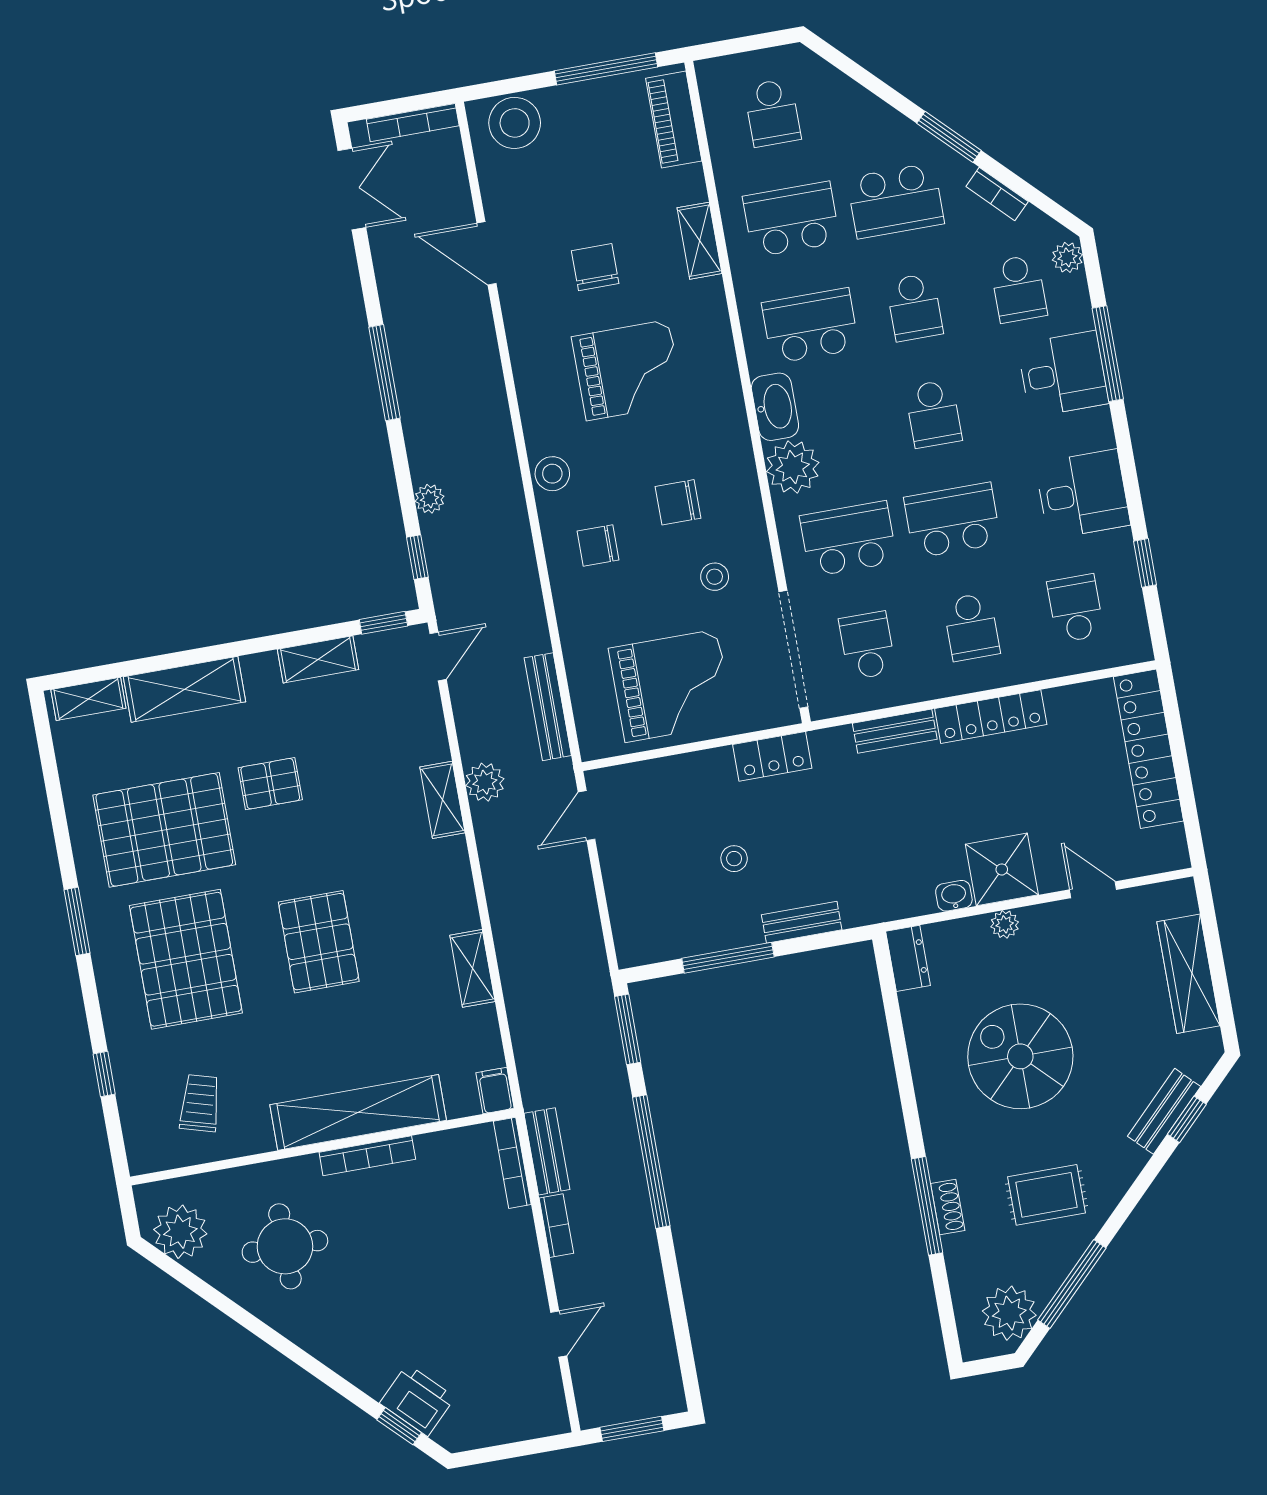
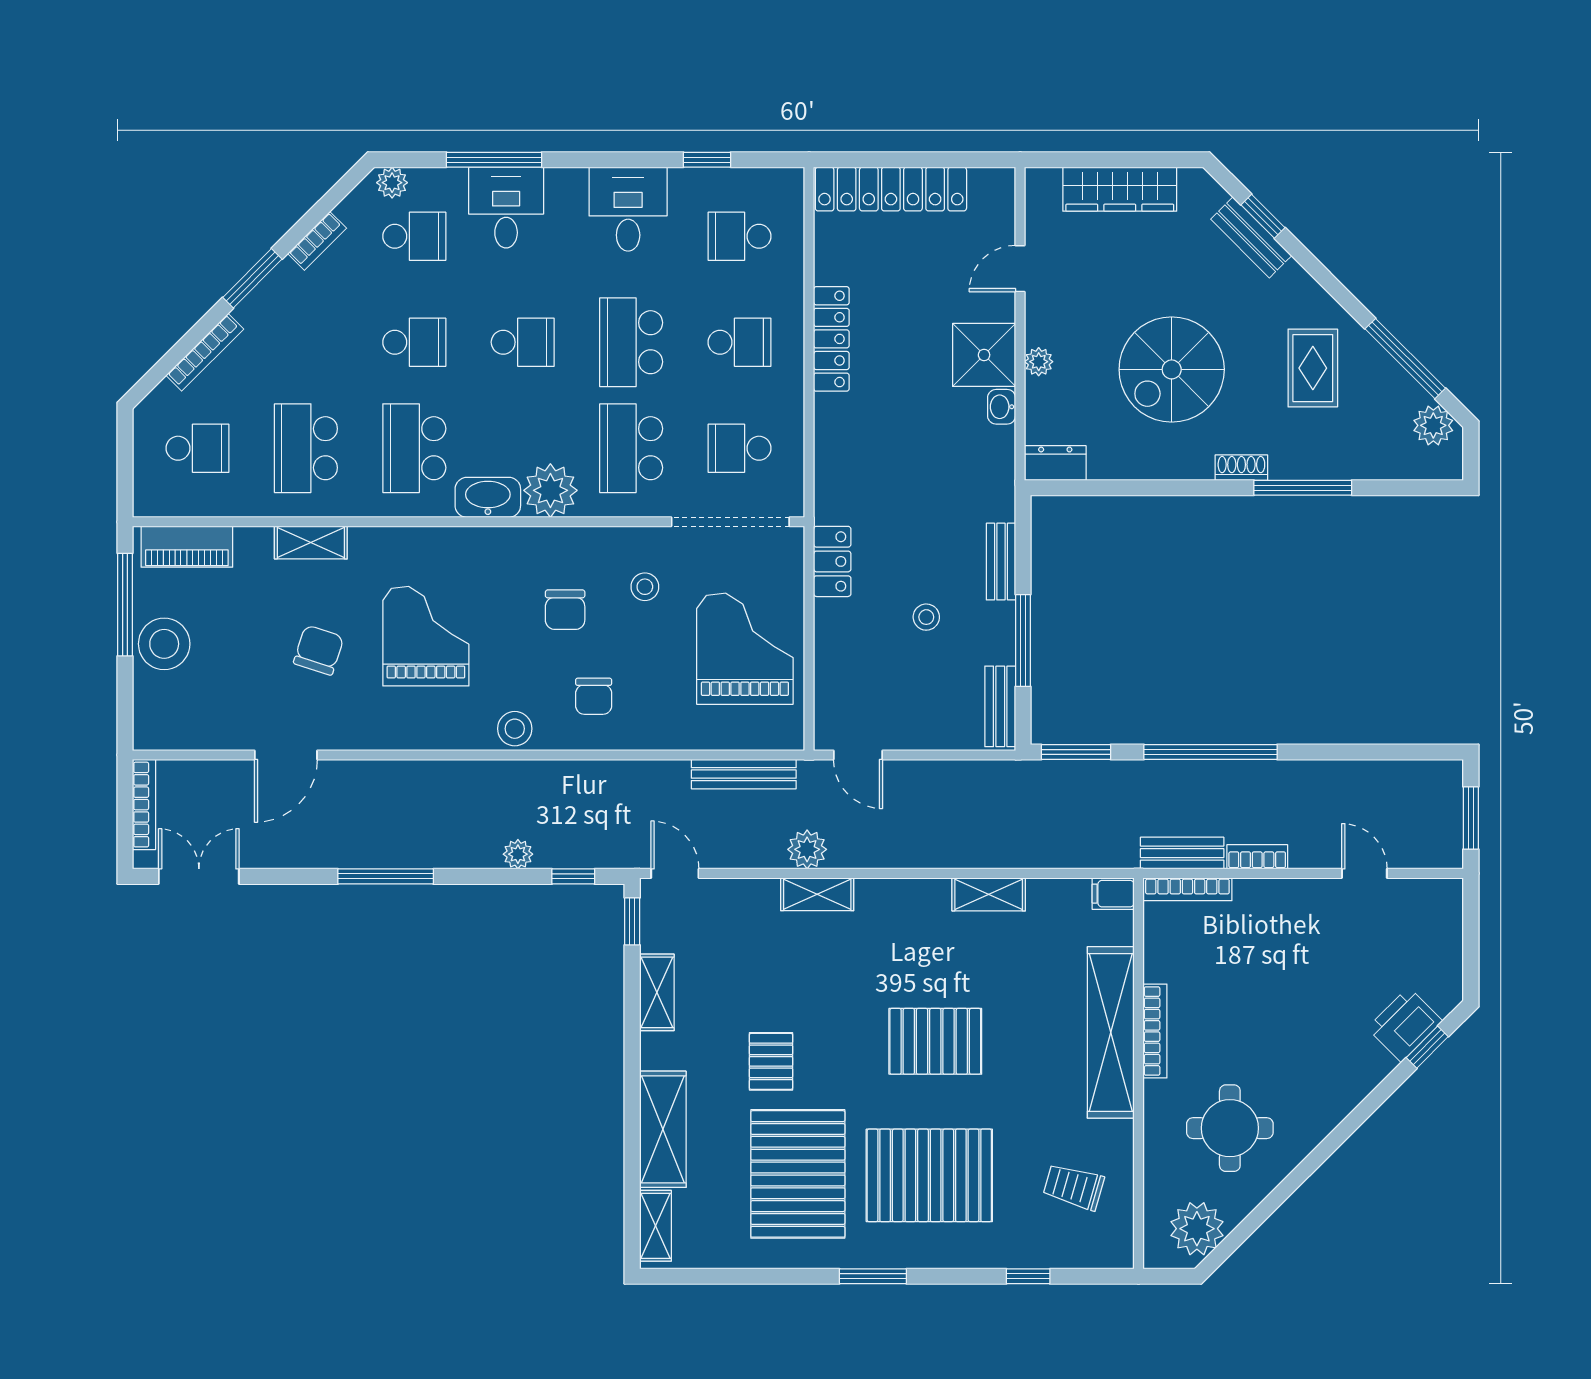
bookcase: (868, 103) -> (205, 352), added
stool: (515, 123) -> (164, 644), moved
school desk: (896, 201) -> (306, 342), removed
chair: (595, 267) -> (319, 650), turned 108
bench: (895, 731) -> (1000, 706), moved
shoe rack: (948, 1207) -> (1241, 468), moved
plant: (1009, 1313) -> (1433, 425), width x0.73, depth x0.73

